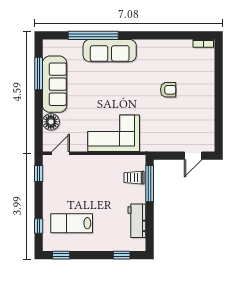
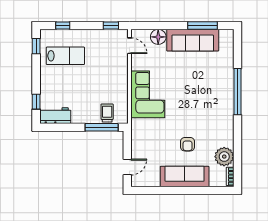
window: (93, 35) -> (237, 92), moved
plant: (182, 50) -> (224, 157), added
sofa: (110, 51) -> (185, 176), moved, turned 90
door: (193, 156) -> (127, 167), swing flipped
workbench: (137, 221) -> (55, 116), moved
lab bench: (72, 223) -> (65, 56), turned 90

